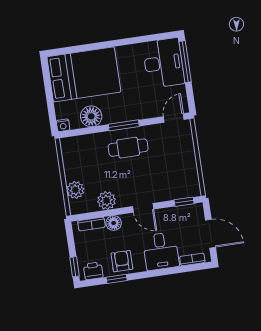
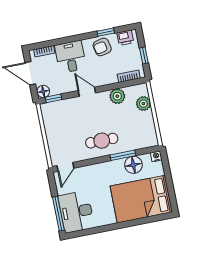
window: (124, 125) -> (123, 155), moved
floor lamp: (114, 223) -> (43, 91), moved
armchair: (122, 261) -> (102, 47), turned 77
window: (74, 267) -> (144, 55), moved

